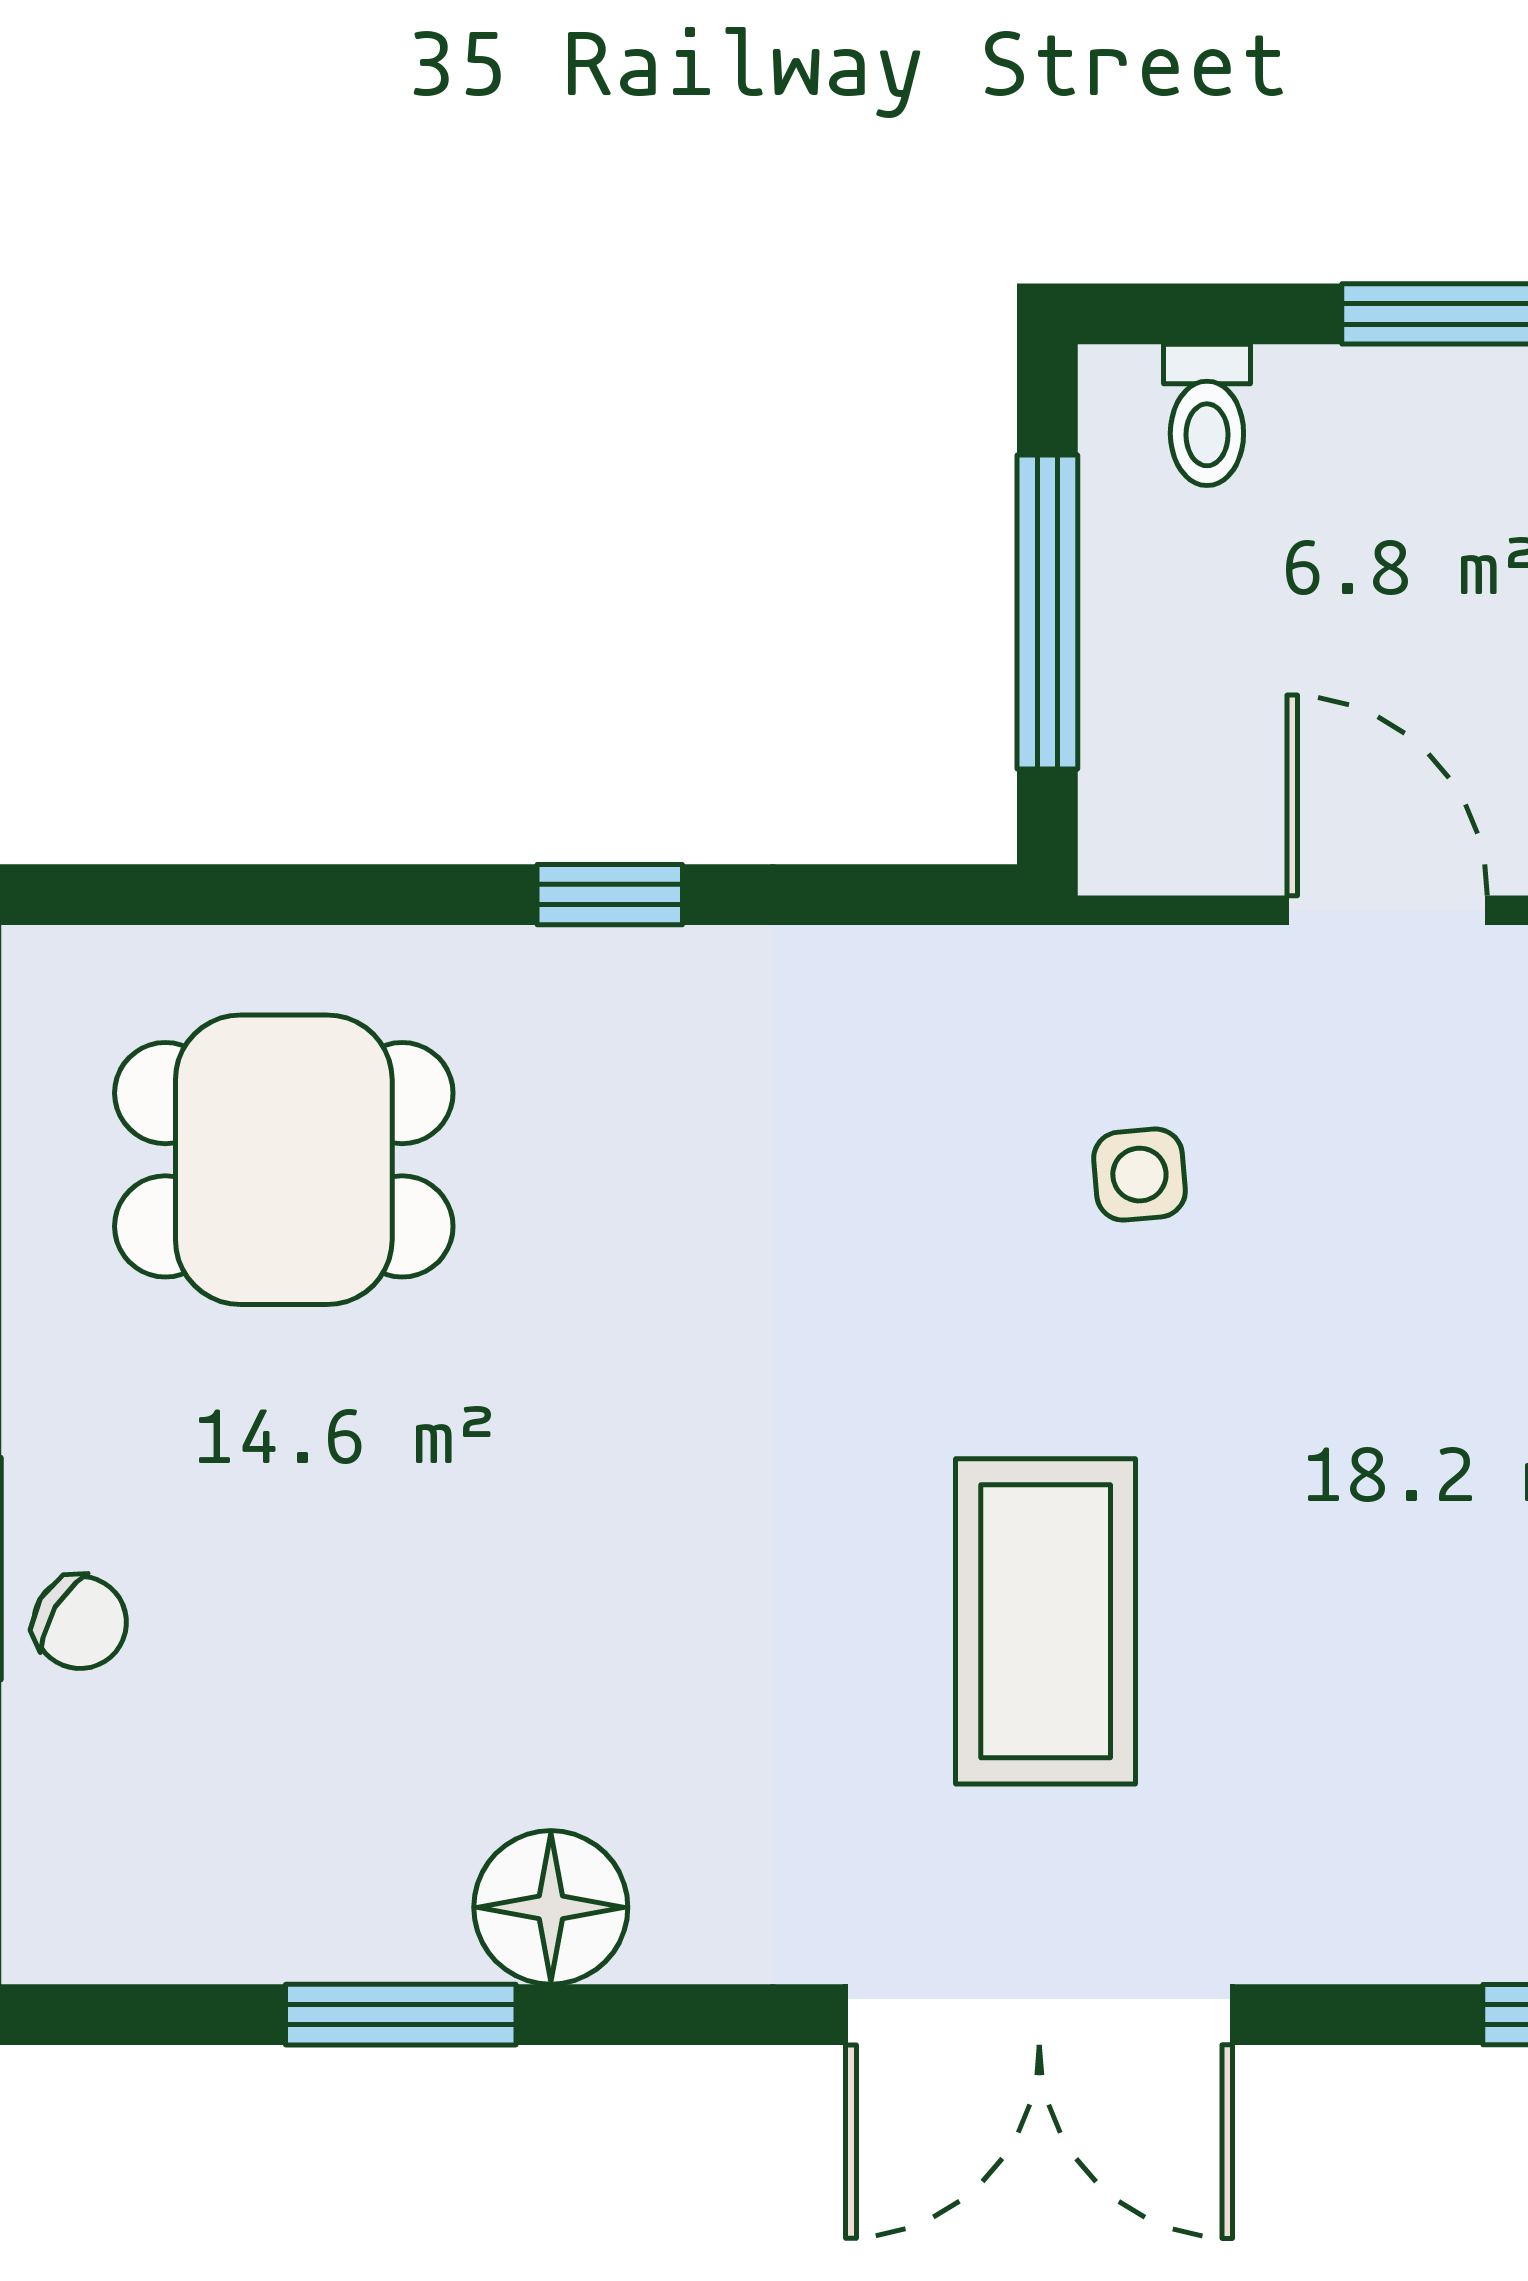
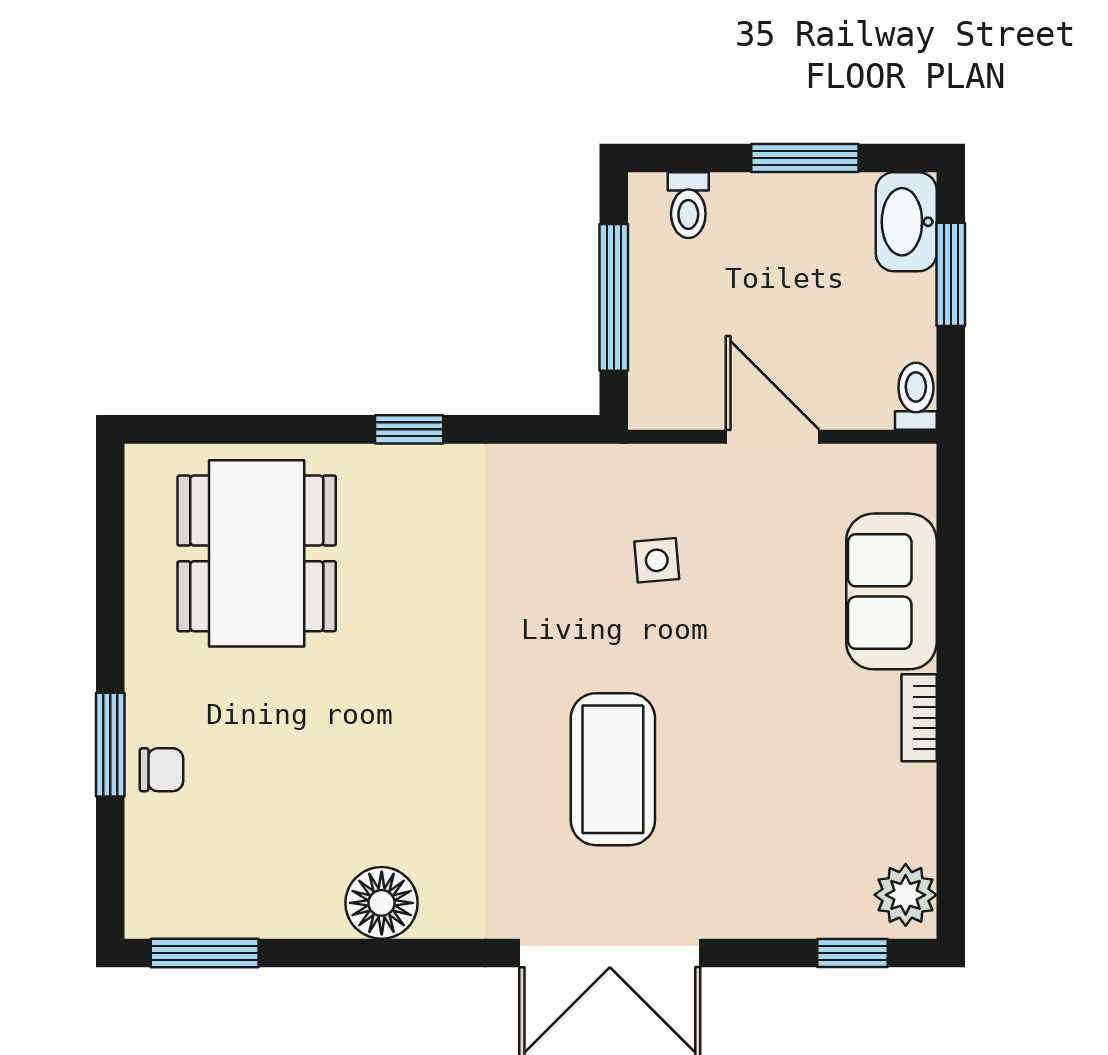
dining table: (284, 1160) -> (257, 553), width x1.38
chair: (80, 1622) -> (161, 770), turned -31
window: (401, 2015) -> (205, 953), moved

